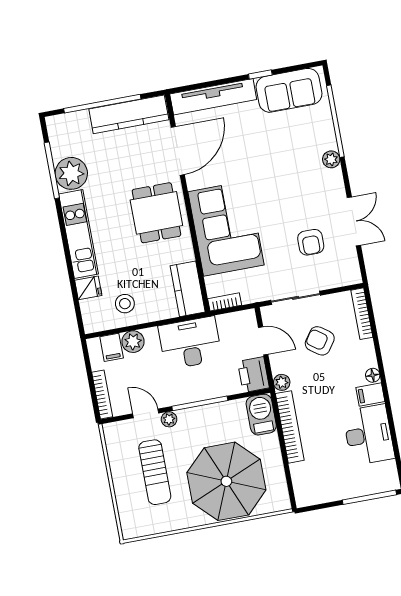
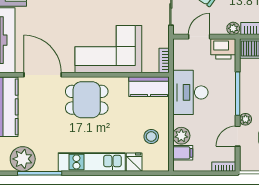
plant: (71, 173) -> (23, 159), moved
bookcase: (102, 395) -> (224, 167), width x0.64

